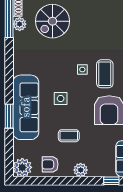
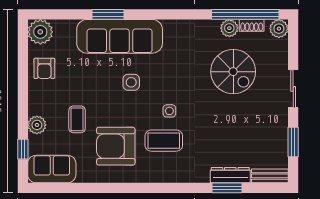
spiral stairs: (52, 21) -> (233, 72), turned 180
coffee table: (69, 136) -> (77, 119), moved
armchair: (50, 164) -> (44, 68), turned 180
plant: (81, 170) -> (37, 125), moved

